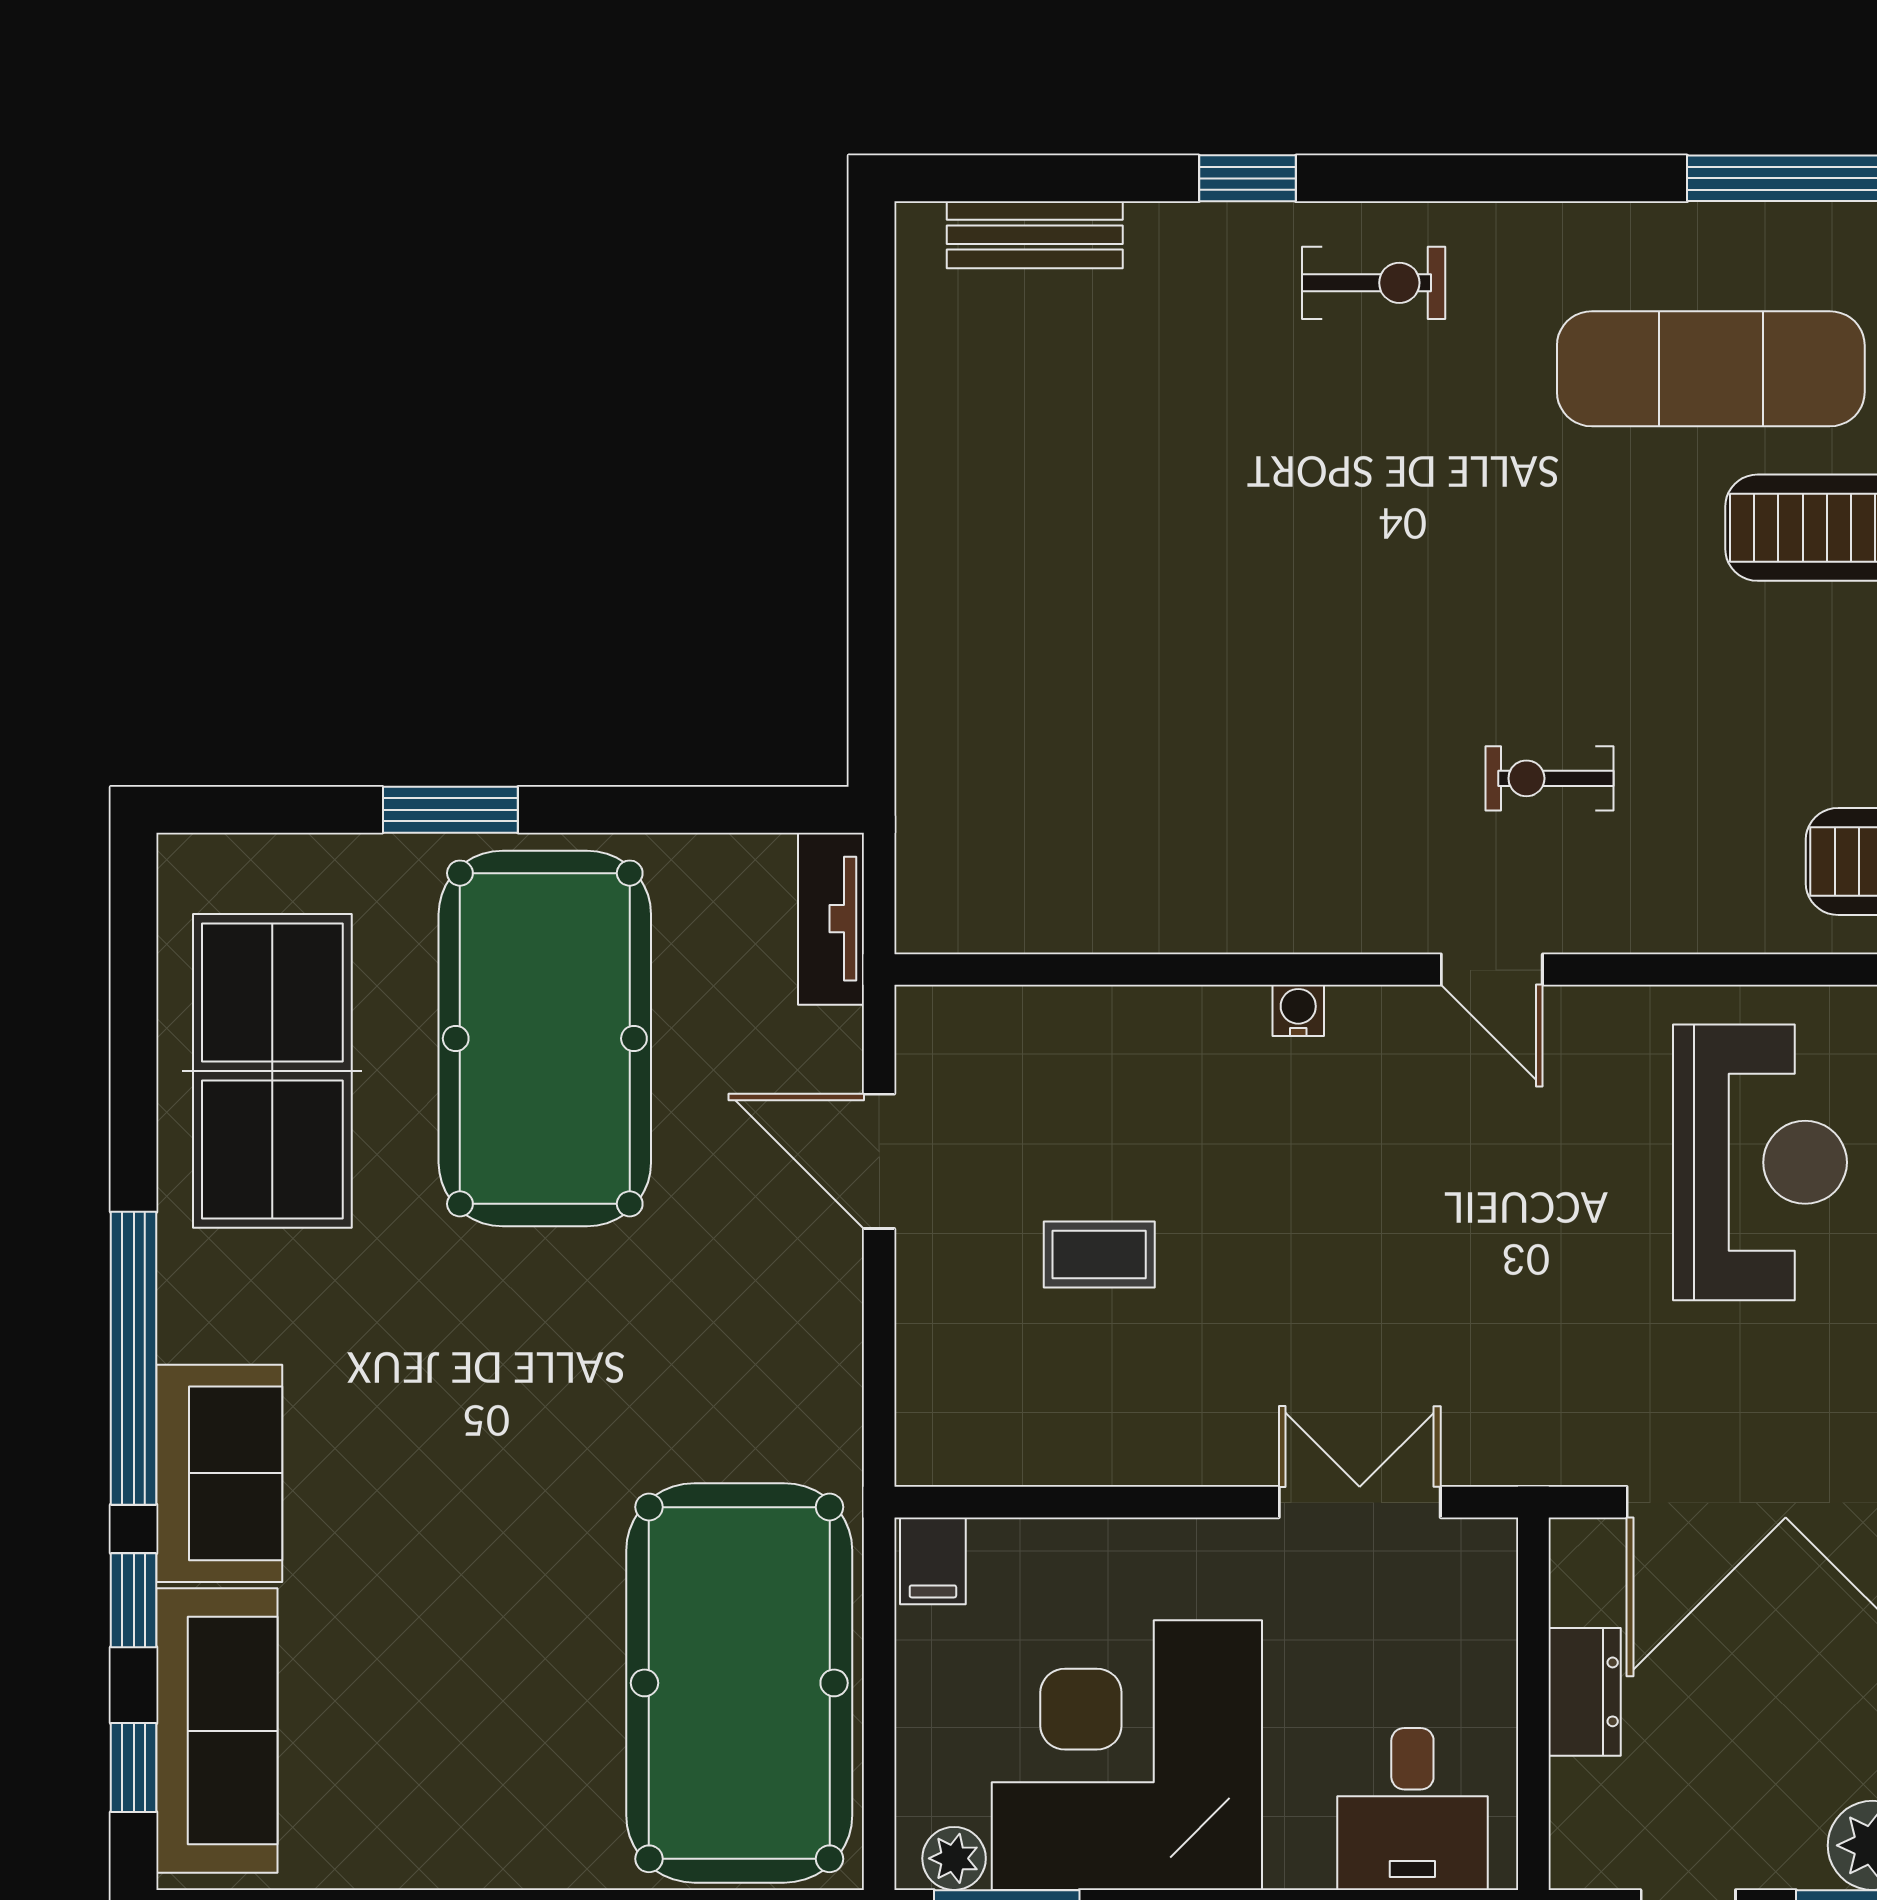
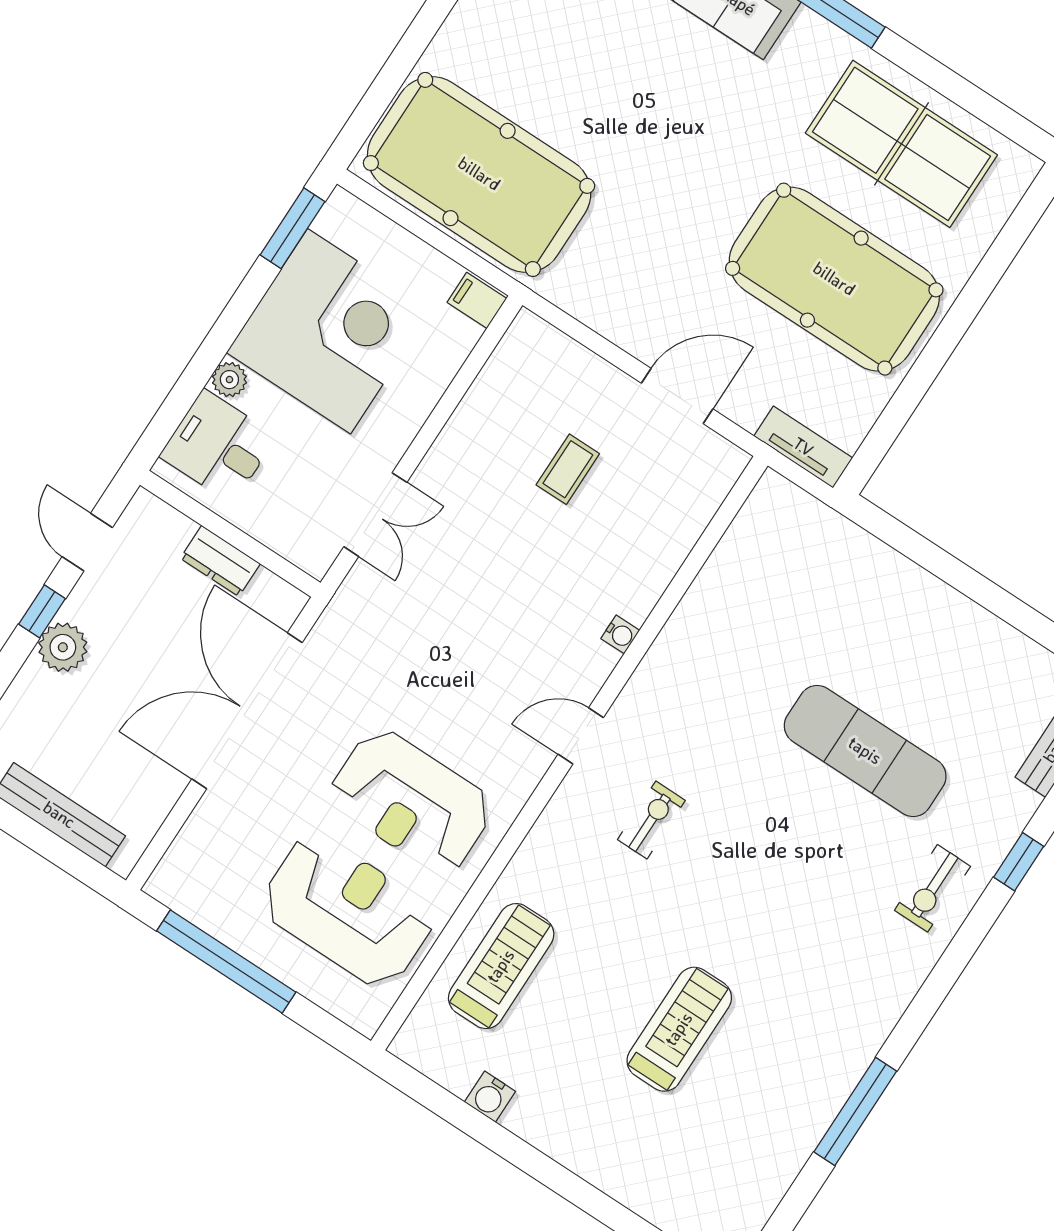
exercise mat: (1711, 369) -> (865, 751), moved, turned 90
window: (450, 810) -> (968, 305), removed
plant: (954, 1858) -> (229, 380), moved

